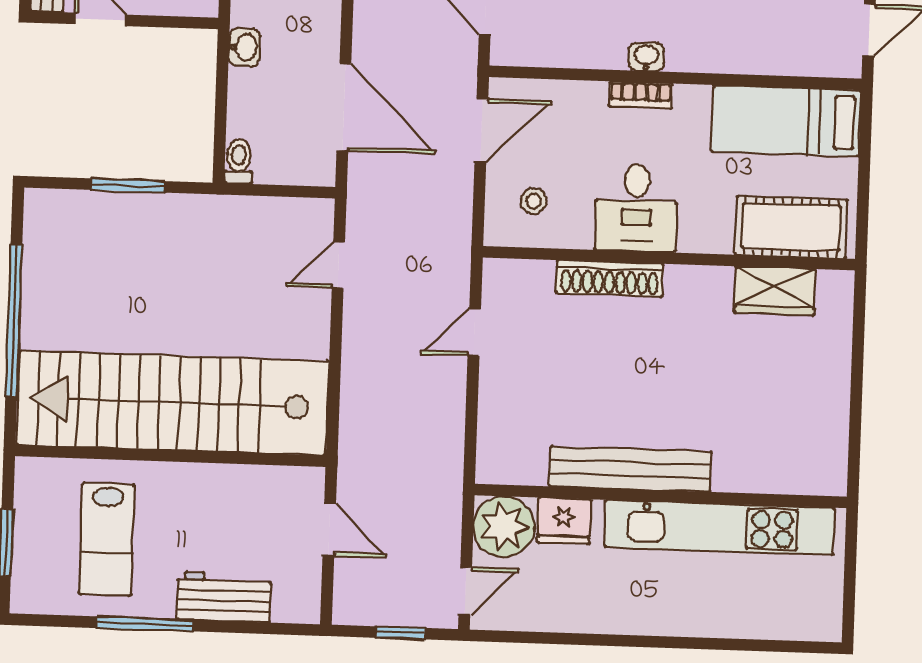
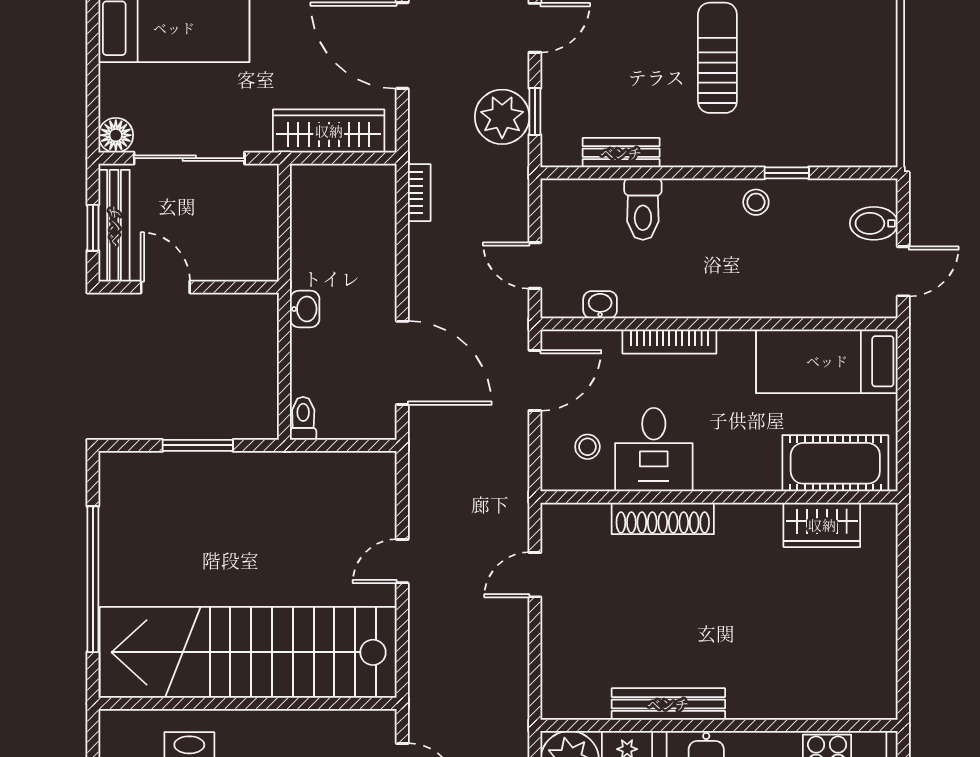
washbasin: (646, 57) -> (600, 305), moved
bookcase: (641, 95) -> (669, 341), width x1.56
desk: (636, 208) -> (654, 450), moved
door: (338, 265) -> (402, 561), moved
bench: (630, 469) -> (668, 704), width x0.73, depth x0.82

